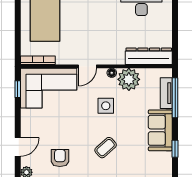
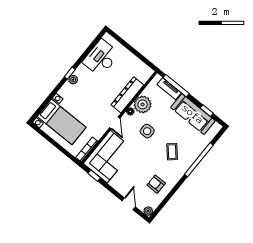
dresser: (149, 56) -> (127, 95), moved
sofa: (160, 130) -> (193, 114), width x1.36

